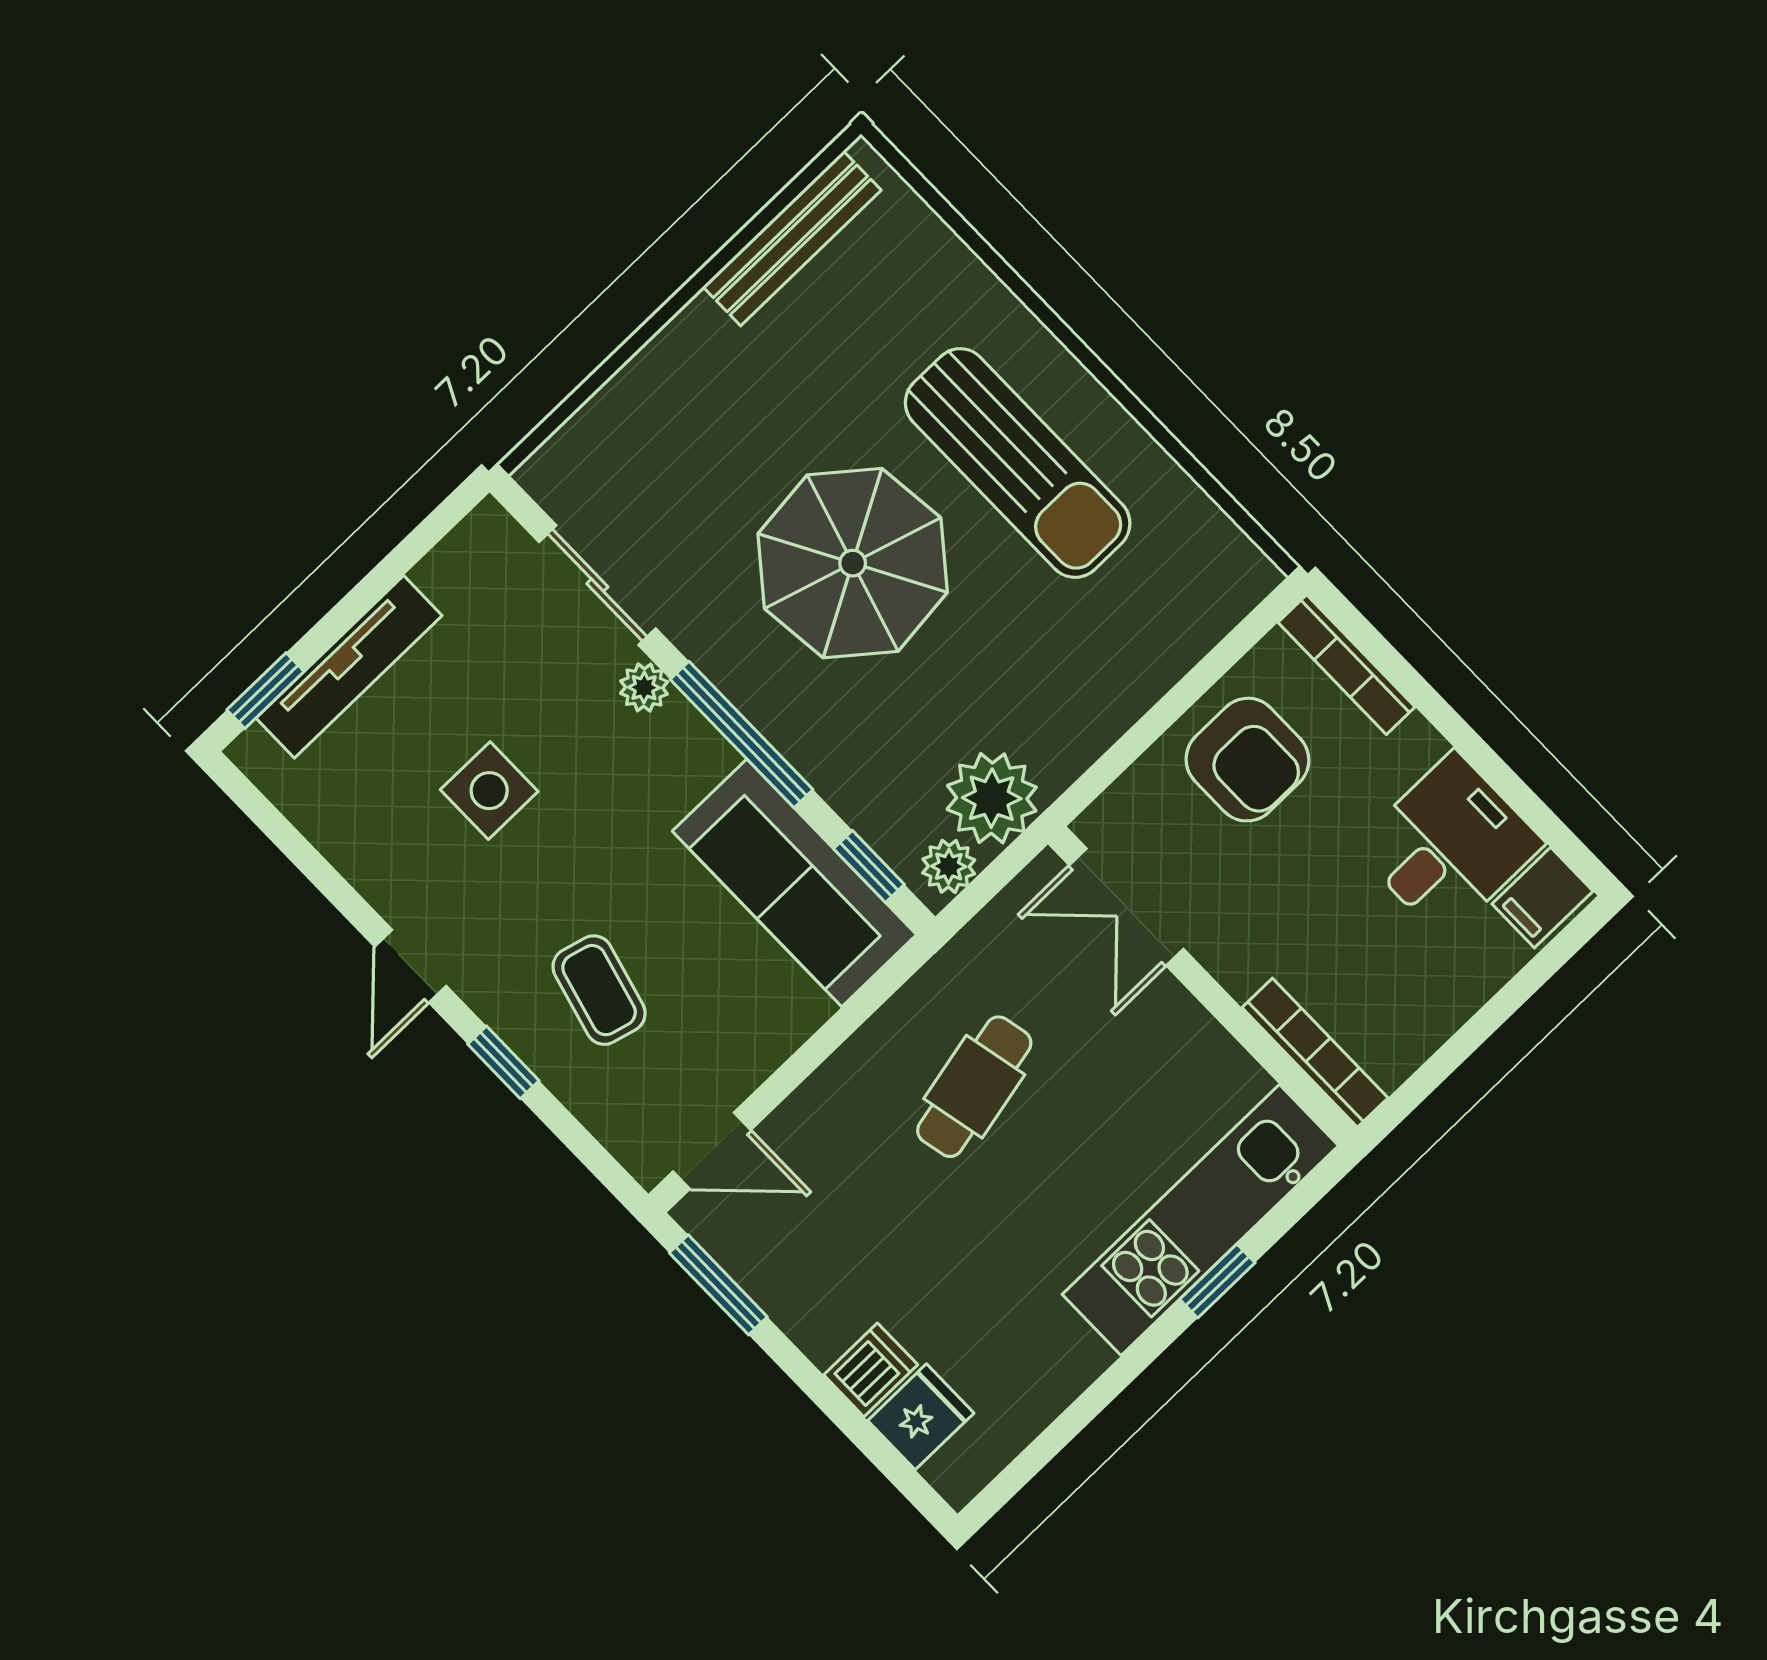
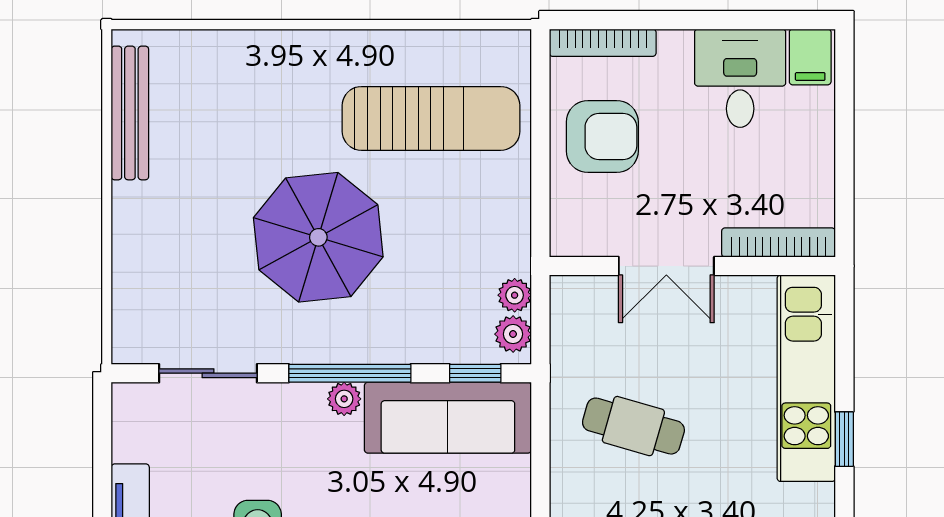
sun lounger: (1018, 463) -> (431, 118), moved
plant: (644, 687) -> (344, 399), moved
plant: (992, 798) -> (515, 295), width x0.53, depth x0.53
double door: (1126, 907) -> (666, 266), moved
cafe table: (974, 1087) -> (633, 426), turned -62
window: (1217, 1281) -> (844, 439), moved

